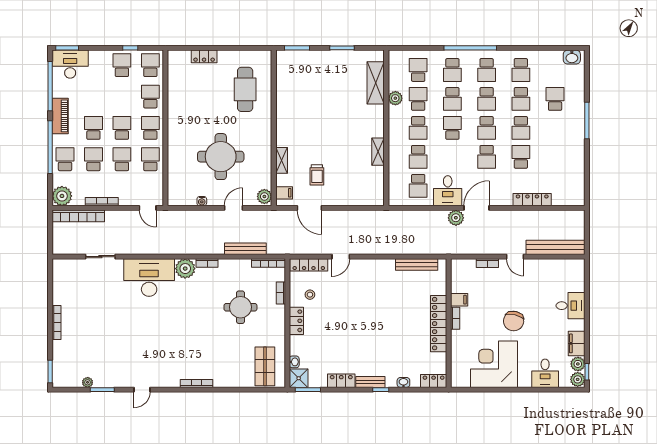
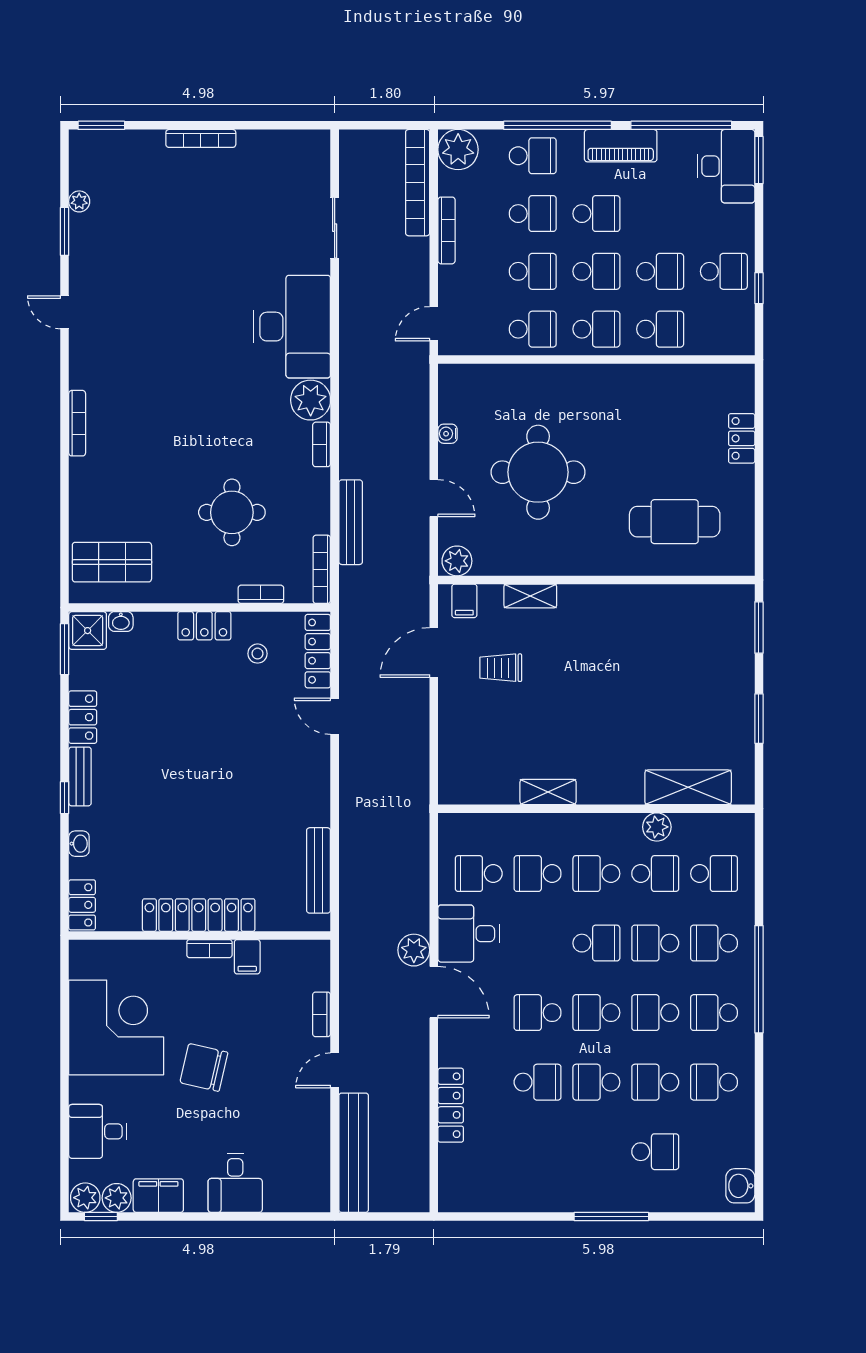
school desk: (150, 65) -> (660, 271), moved

